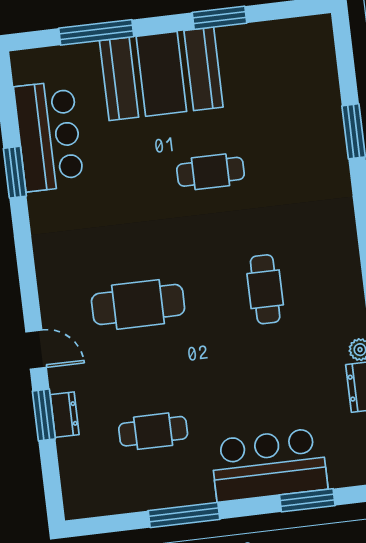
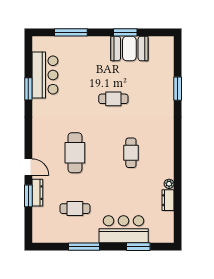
booth: (161, 74) -> (129, 49), moved, width x0.73, depth x0.70
cafe table: (138, 304) -> (75, 153), turned 90
dresser: (65, 415) -> (37, 193), width x1.44

